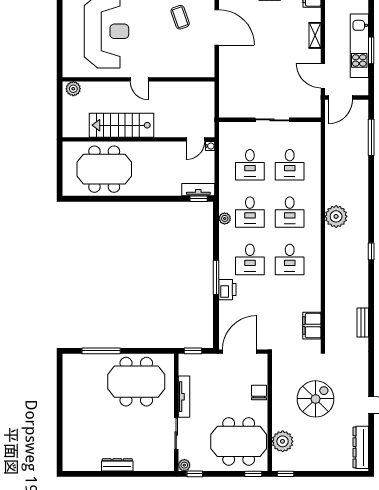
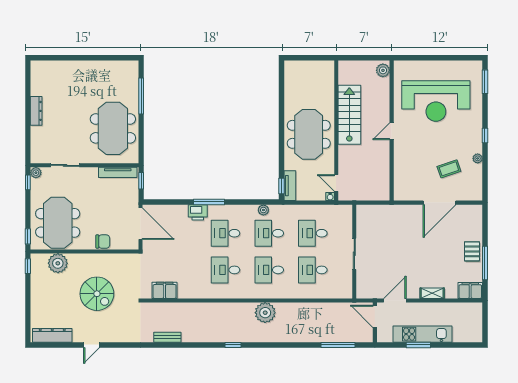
meeting table: (104, 169) -> (309, 134), moved
tv unit: (184, 397) -> (118, 172), moved

